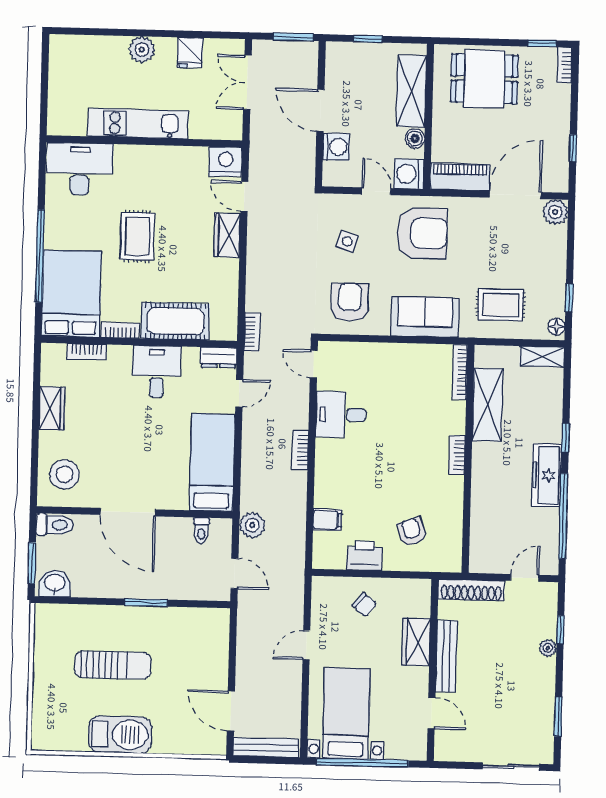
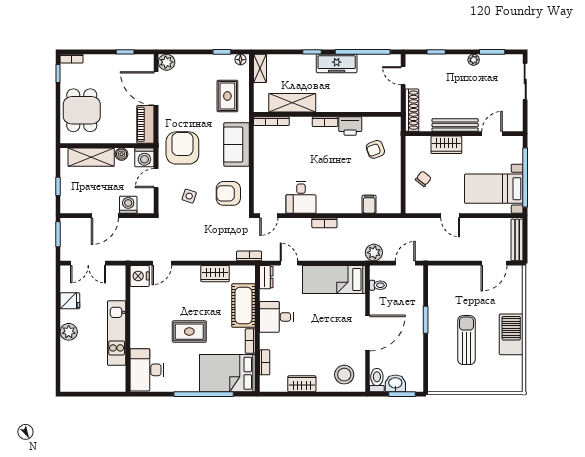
wardrobe: (227, 235) -> (215, 274), moved
printer: (364, 556) -> (350, 126), moved, turned -90
washbasin: (55, 583) -> (395, 383), moved, turned 90
plant: (548, 648) -> (474, 60), moved

